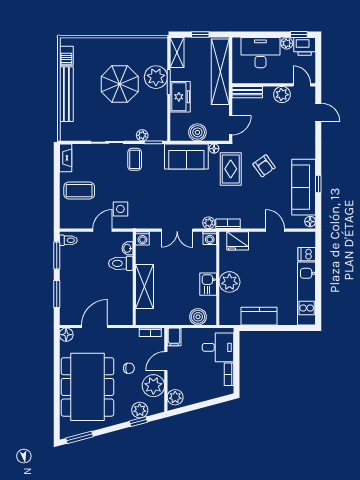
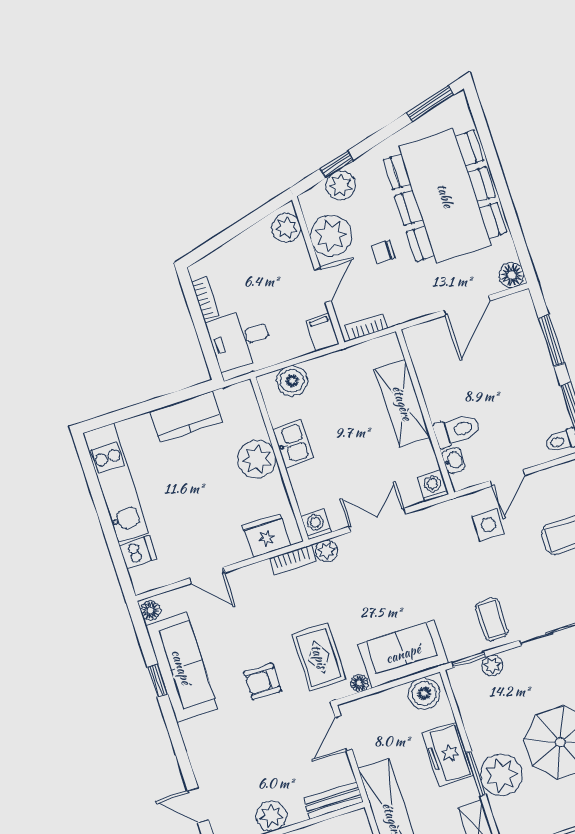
boiler: (197, 132) -> (424, 693), moved
armchair: (264, 166) -> (262, 681), turned -54

